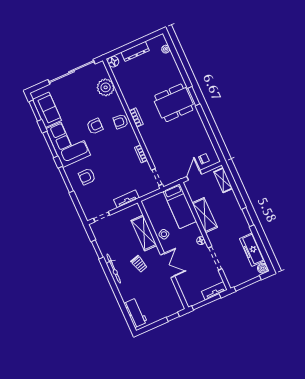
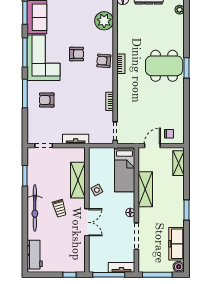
bicycle: (114, 269) -> (35, 208), width x1.37, depth x1.40

